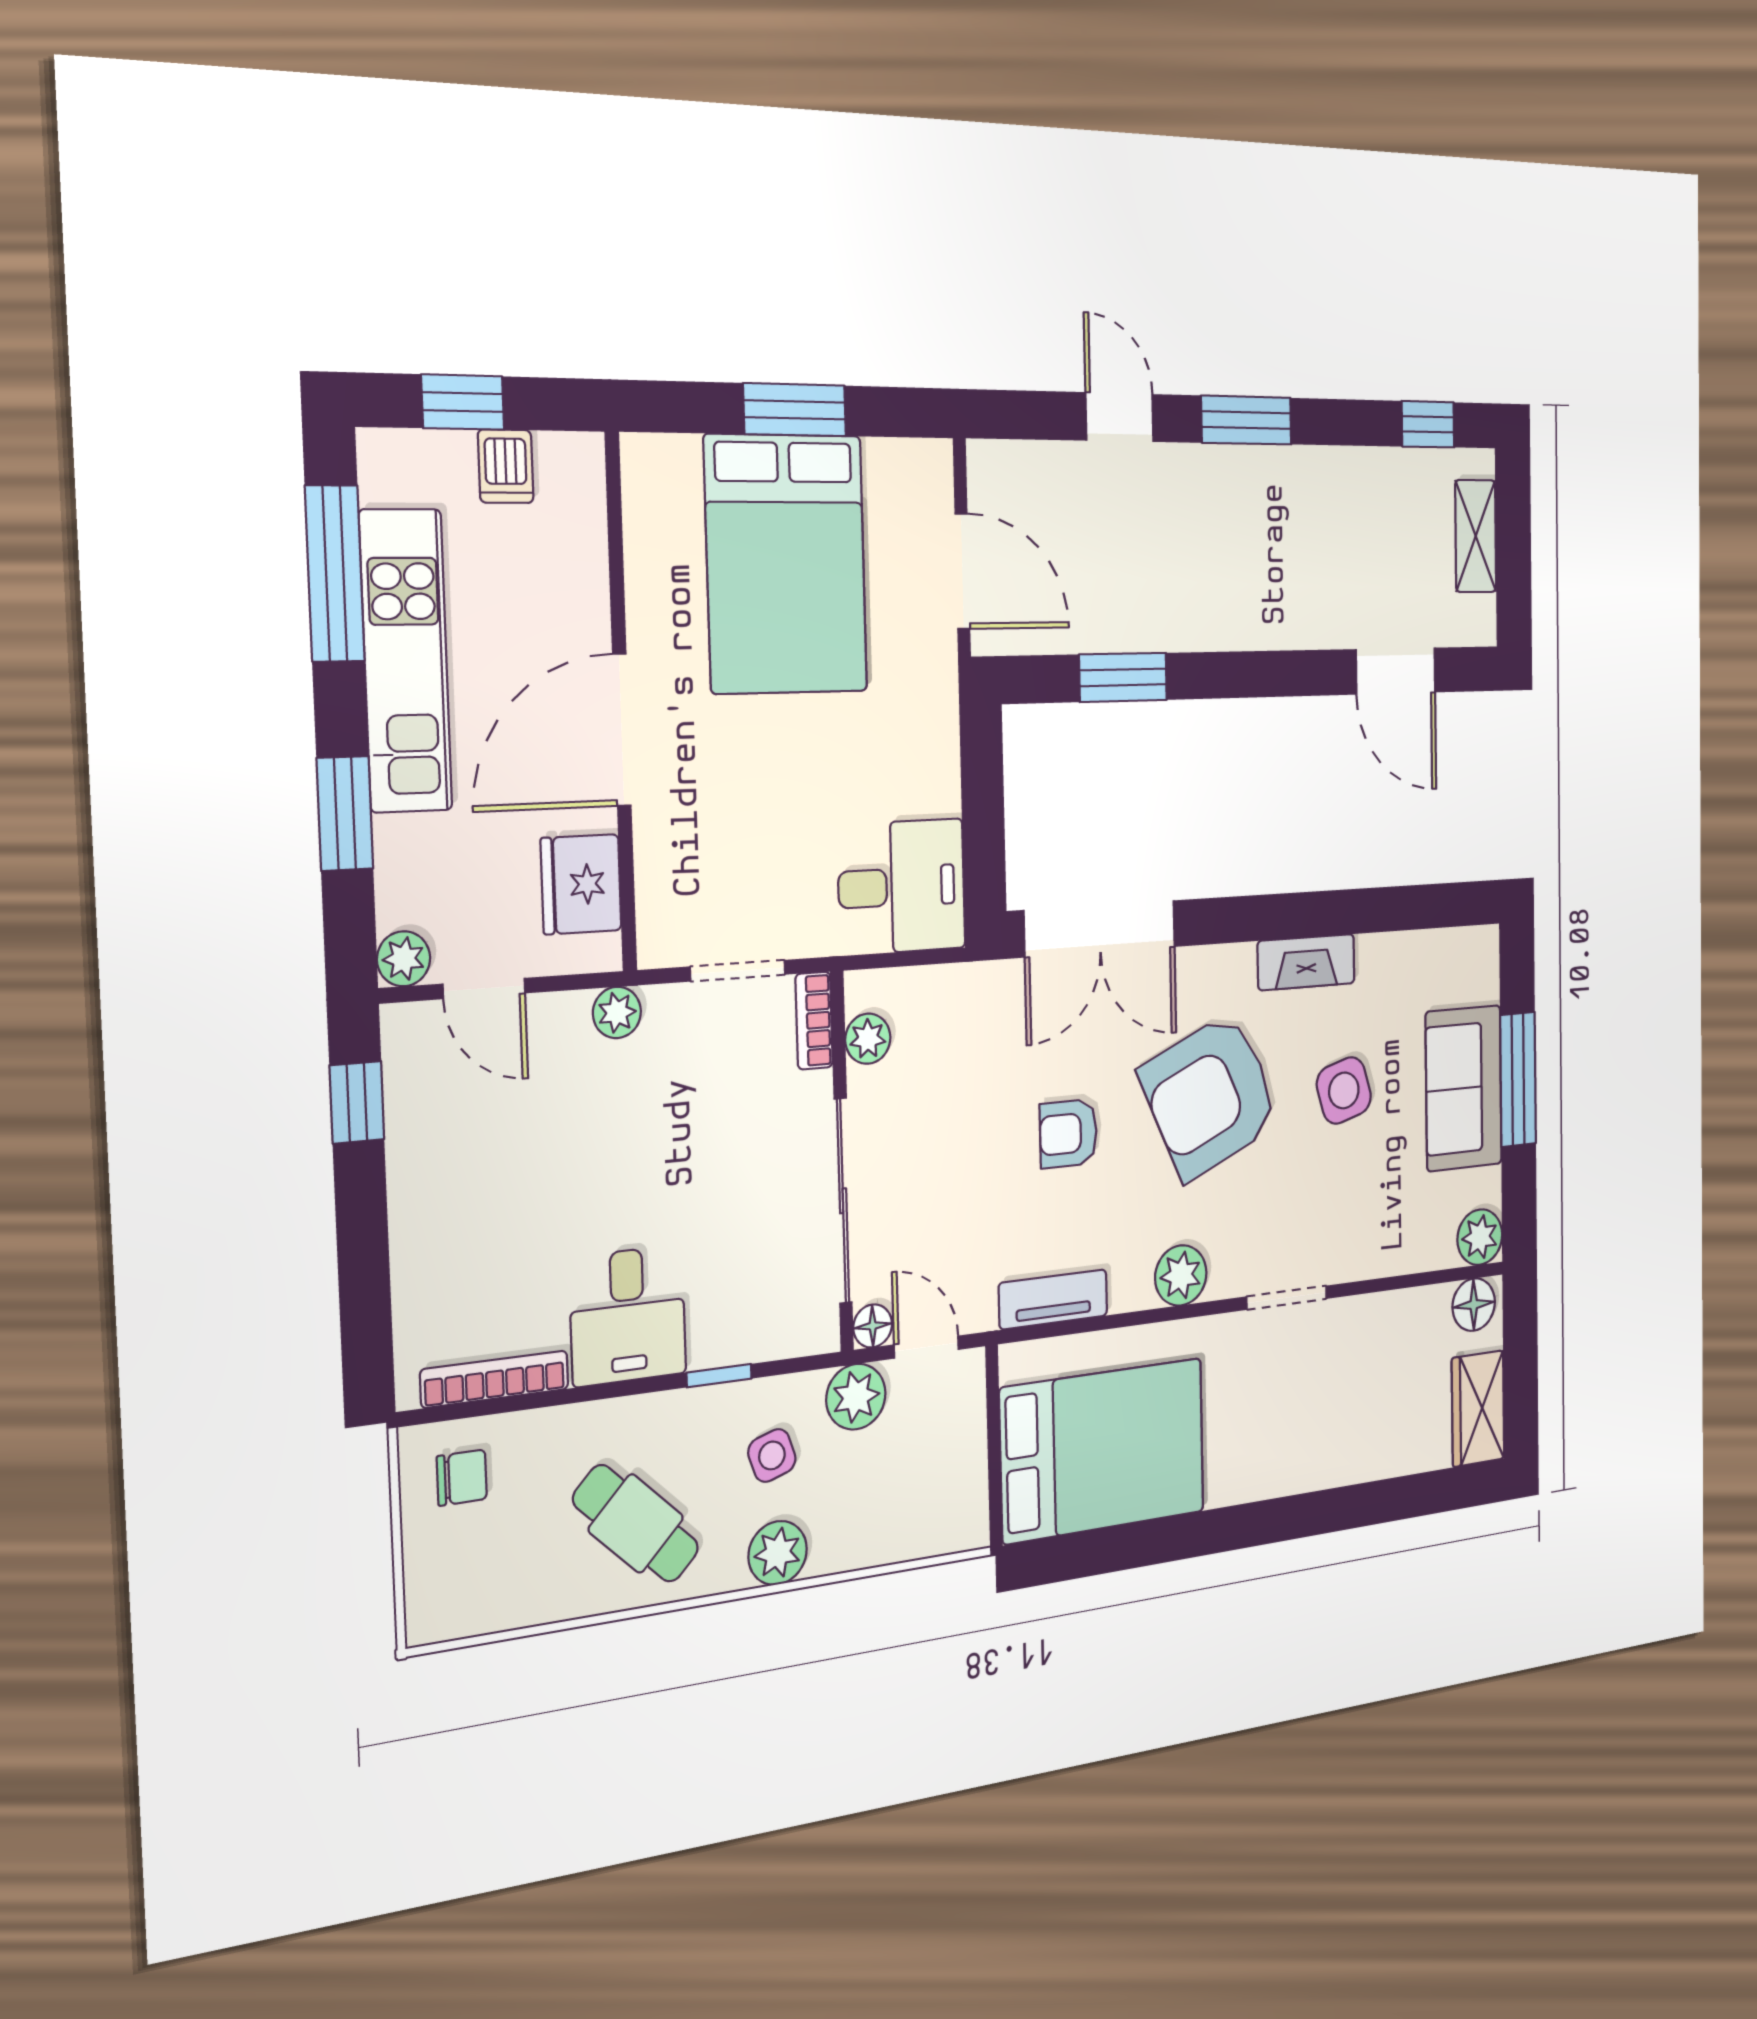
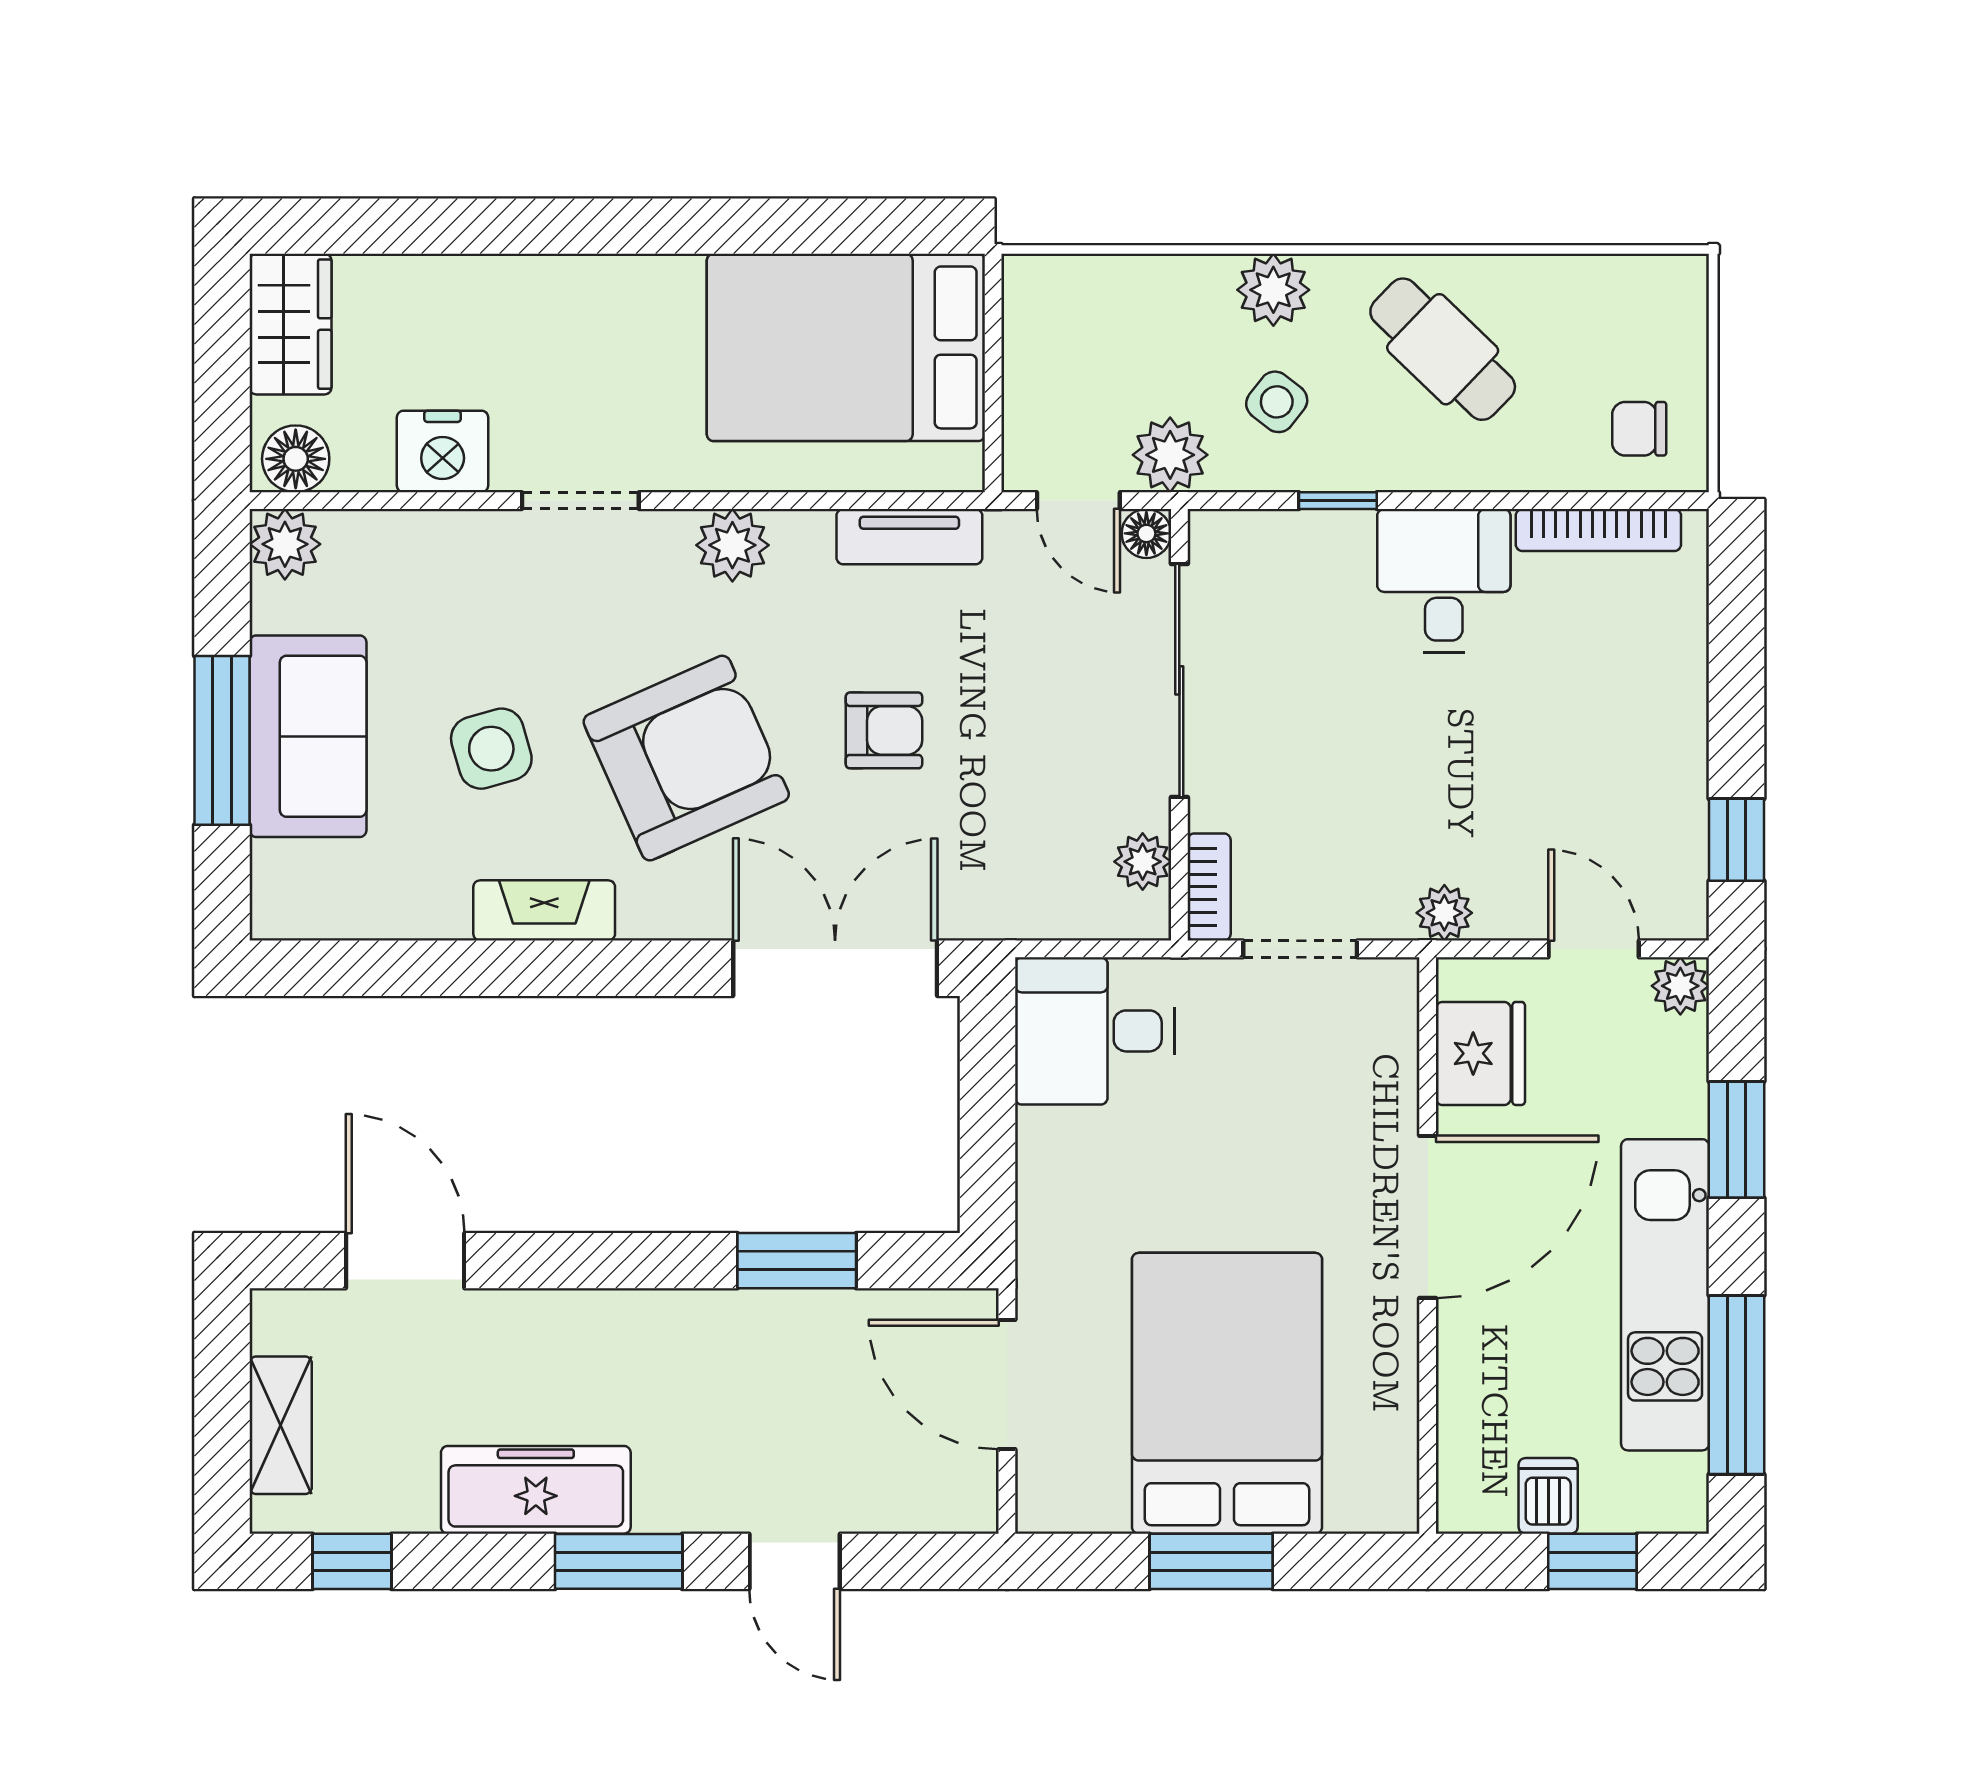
freezer: (1305, 482) -> (536, 1490), added
nightstand: (1379, 1324) -> (443, 451), added
side table: (772, 1455) -> (1277, 402), turned -34

